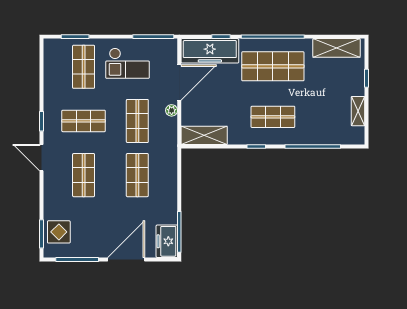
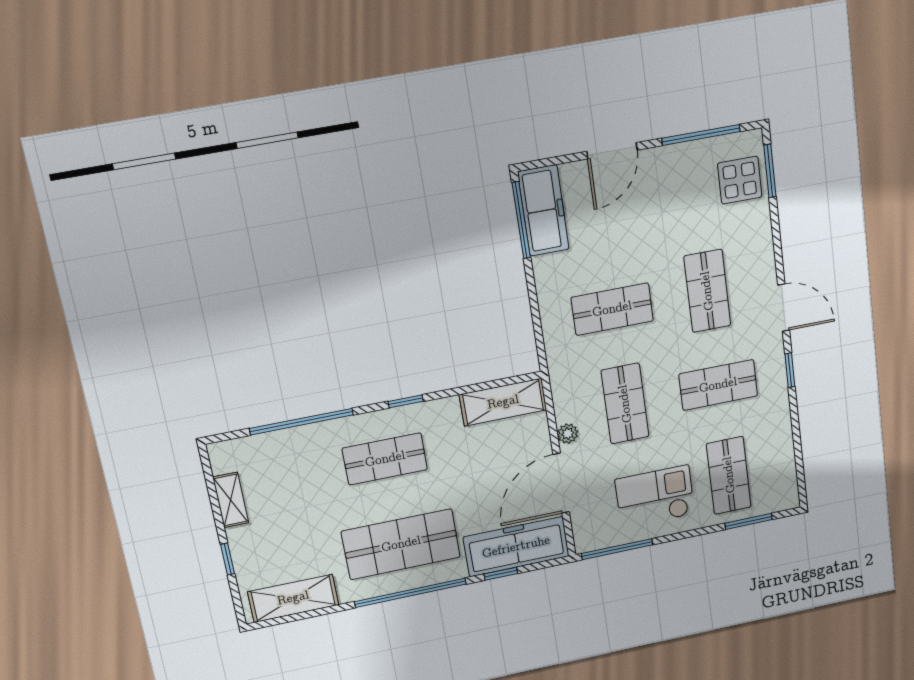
shop shelf: (137, 175) -> (612, 309), turned 90
freezer: (167, 241) -> (543, 211), width x1.40
door: (126, 259) -> (612, 151), width x0.73

